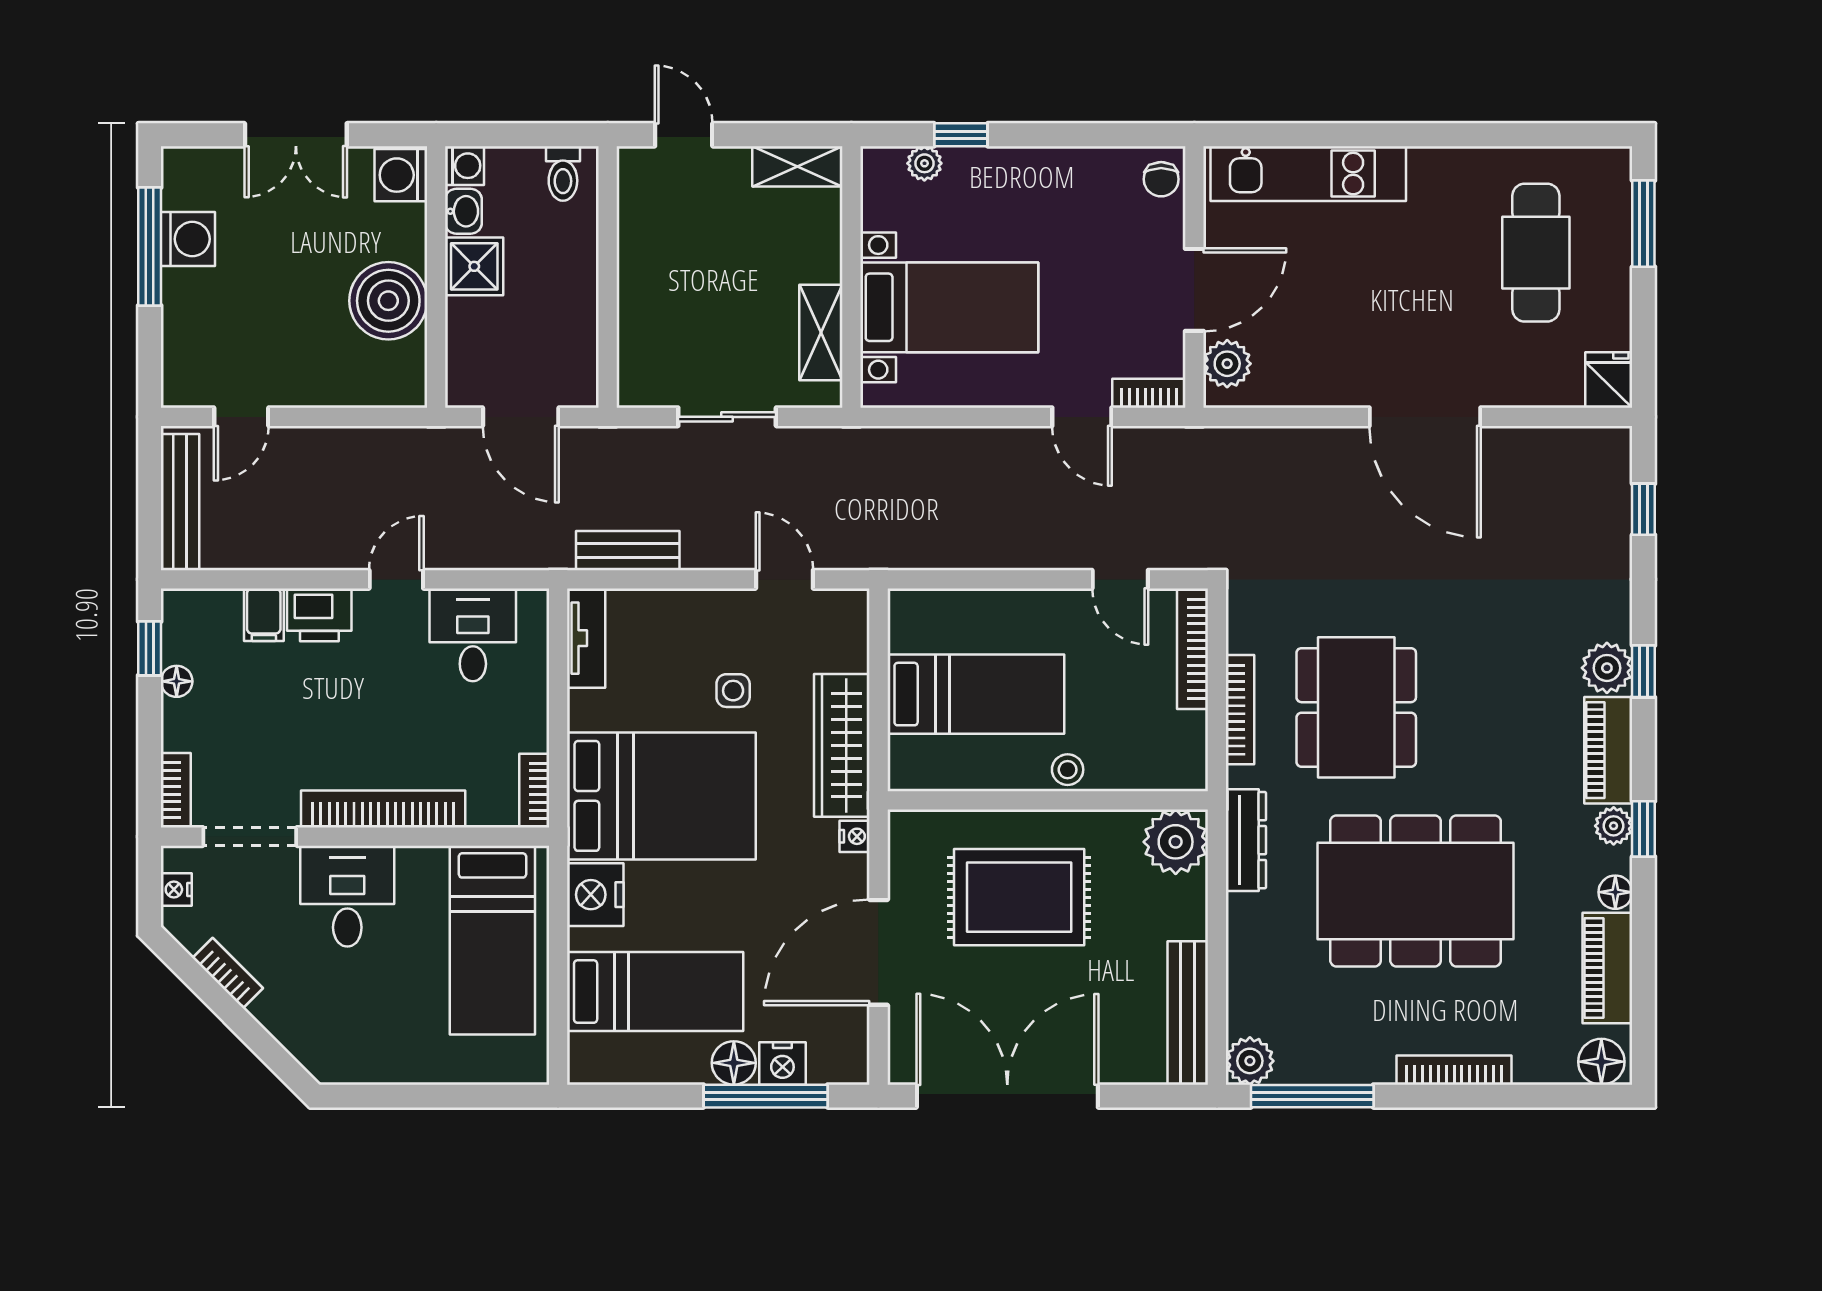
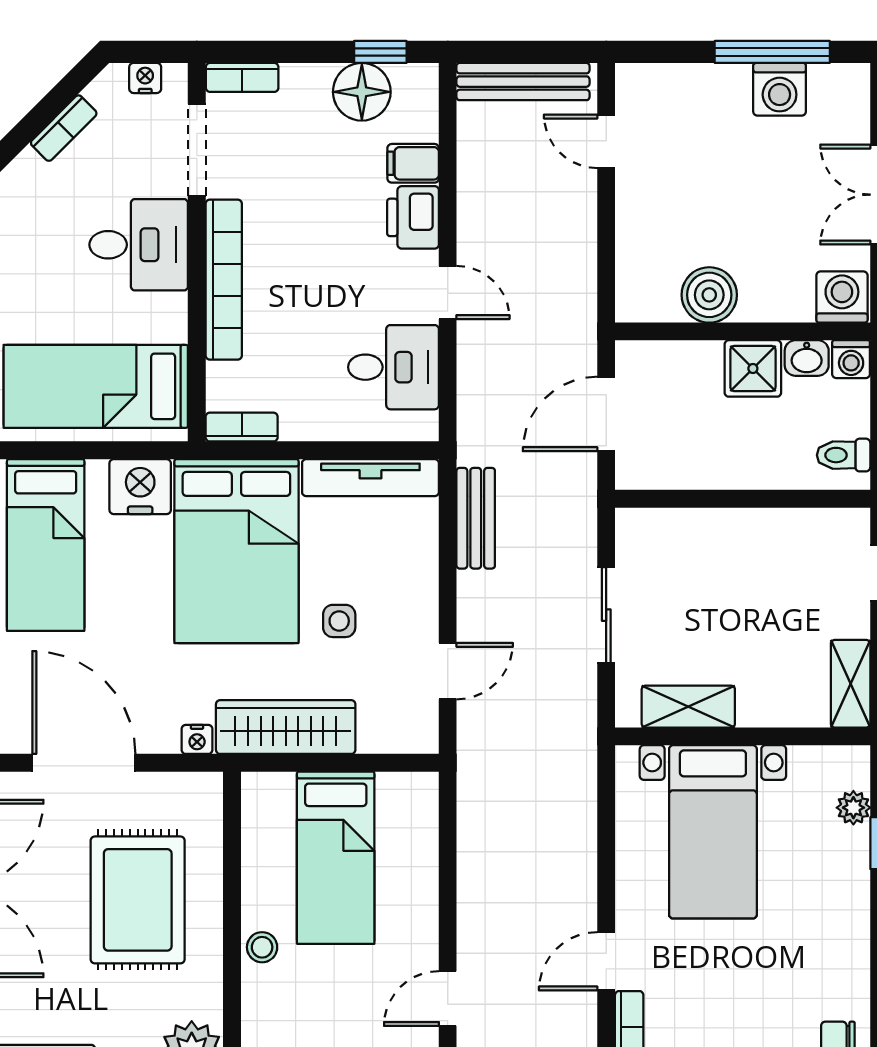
boiler: (388, 301) -> (709, 295), width x0.73, depth x0.73
tv unit: (586, 638) -> (370, 478), width x1.41
floor lamp: (177, 681) -> (362, 92), width x1.89, depth x1.89

